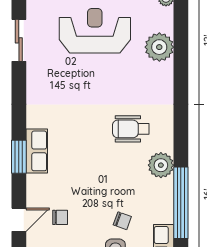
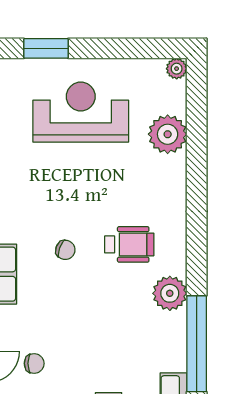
wheelchair: (131, 129) -> (129, 244), turned 180
chair: (122, 221) -> (65, 250), moved

